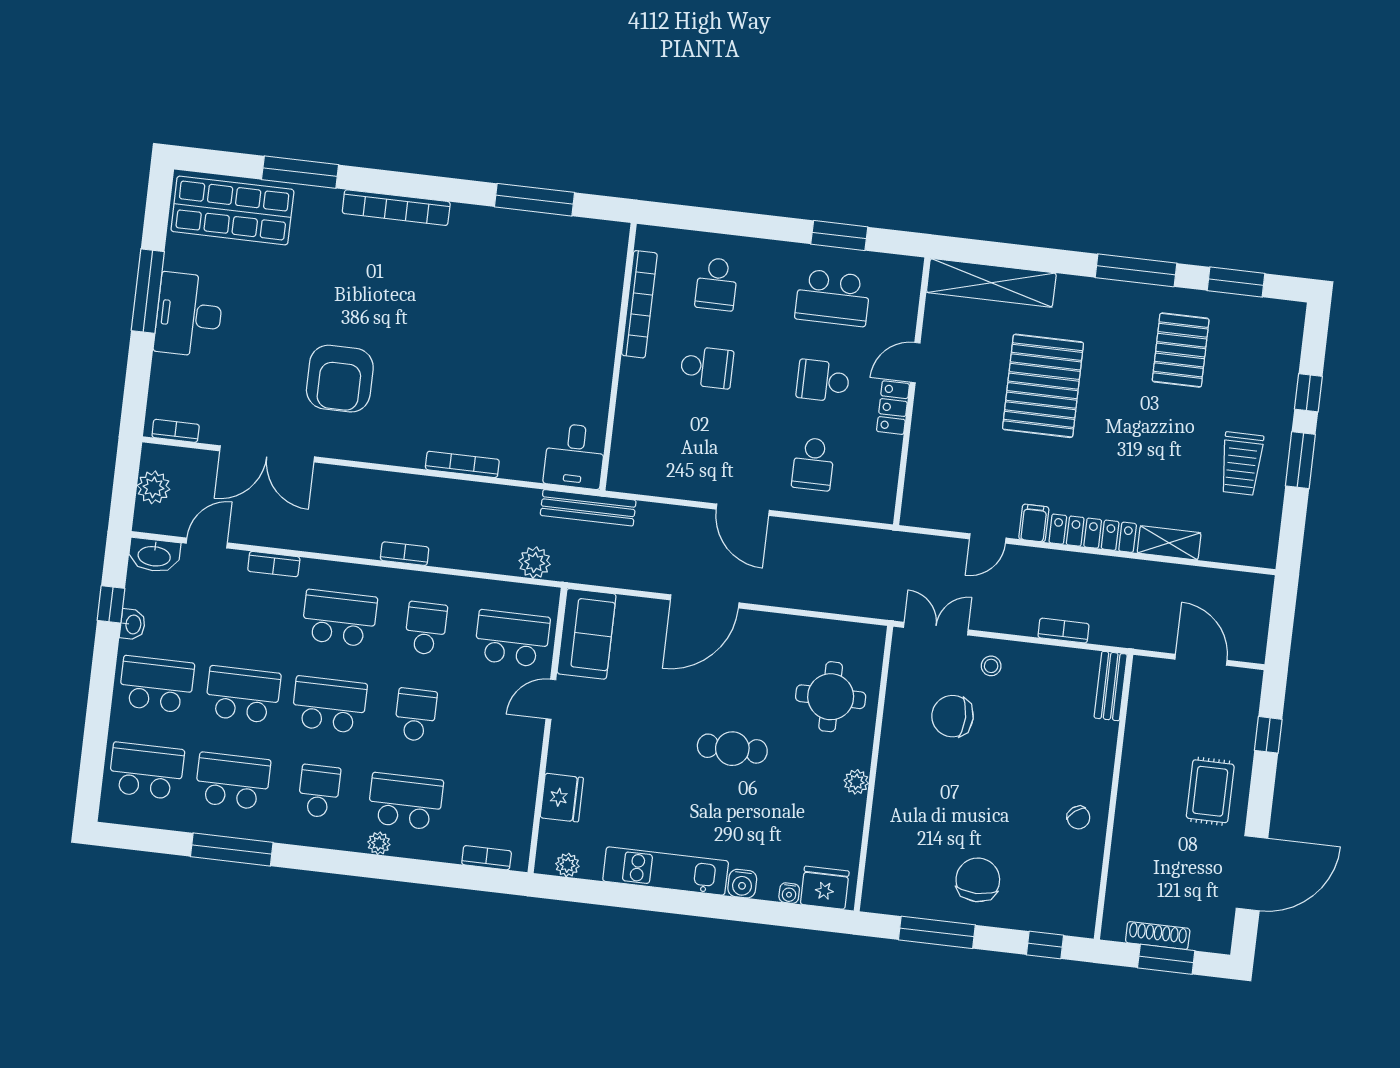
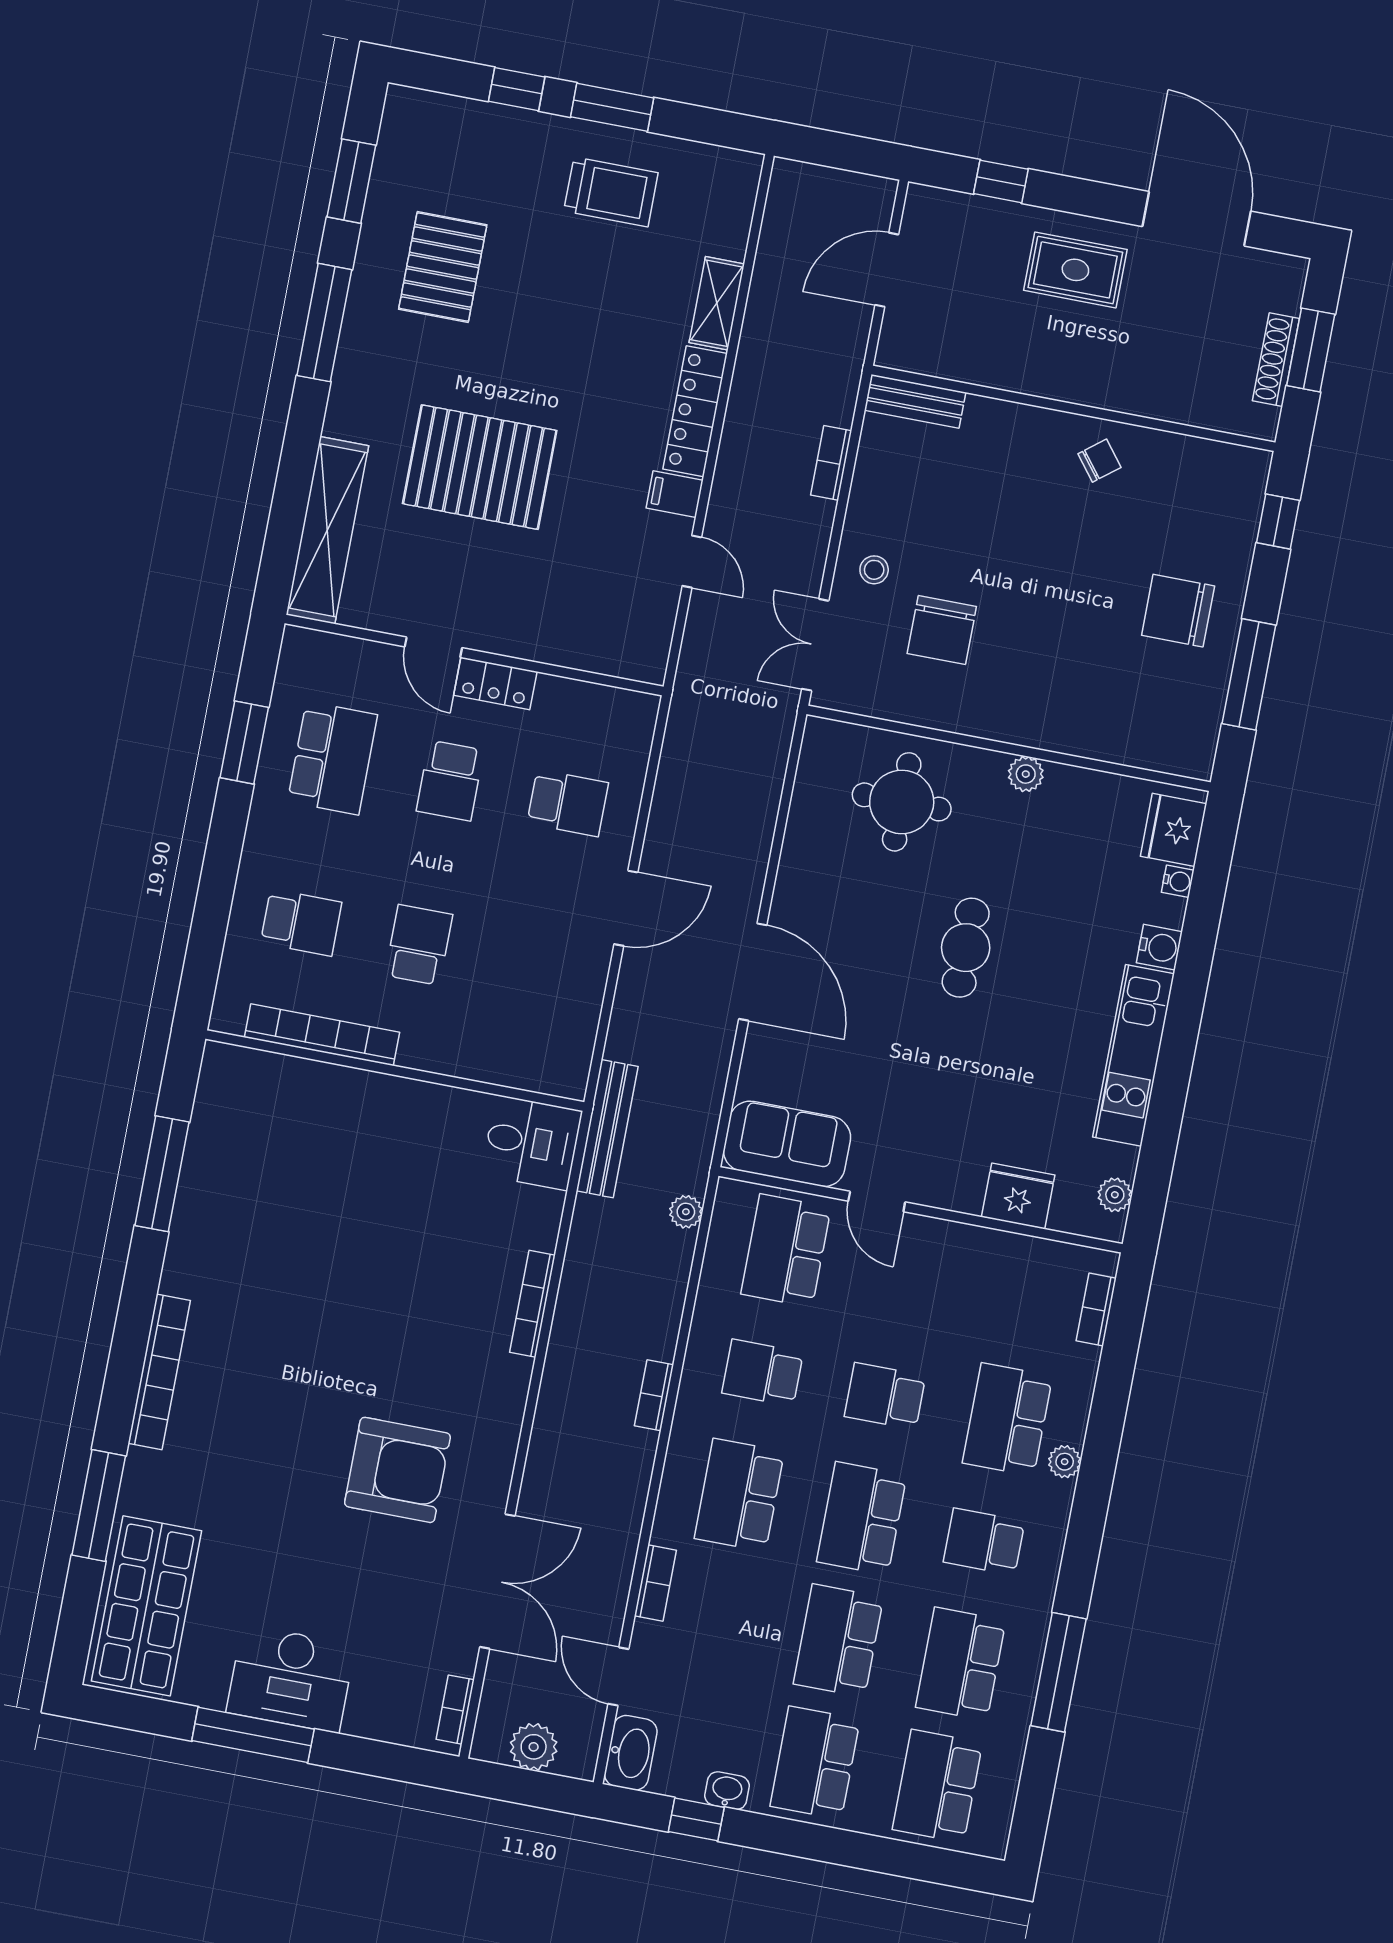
pallet: (1181, 350) -> (443, 267), turned 90
plant: (535, 562) -> (686, 1212), width x0.73, depth x0.73

